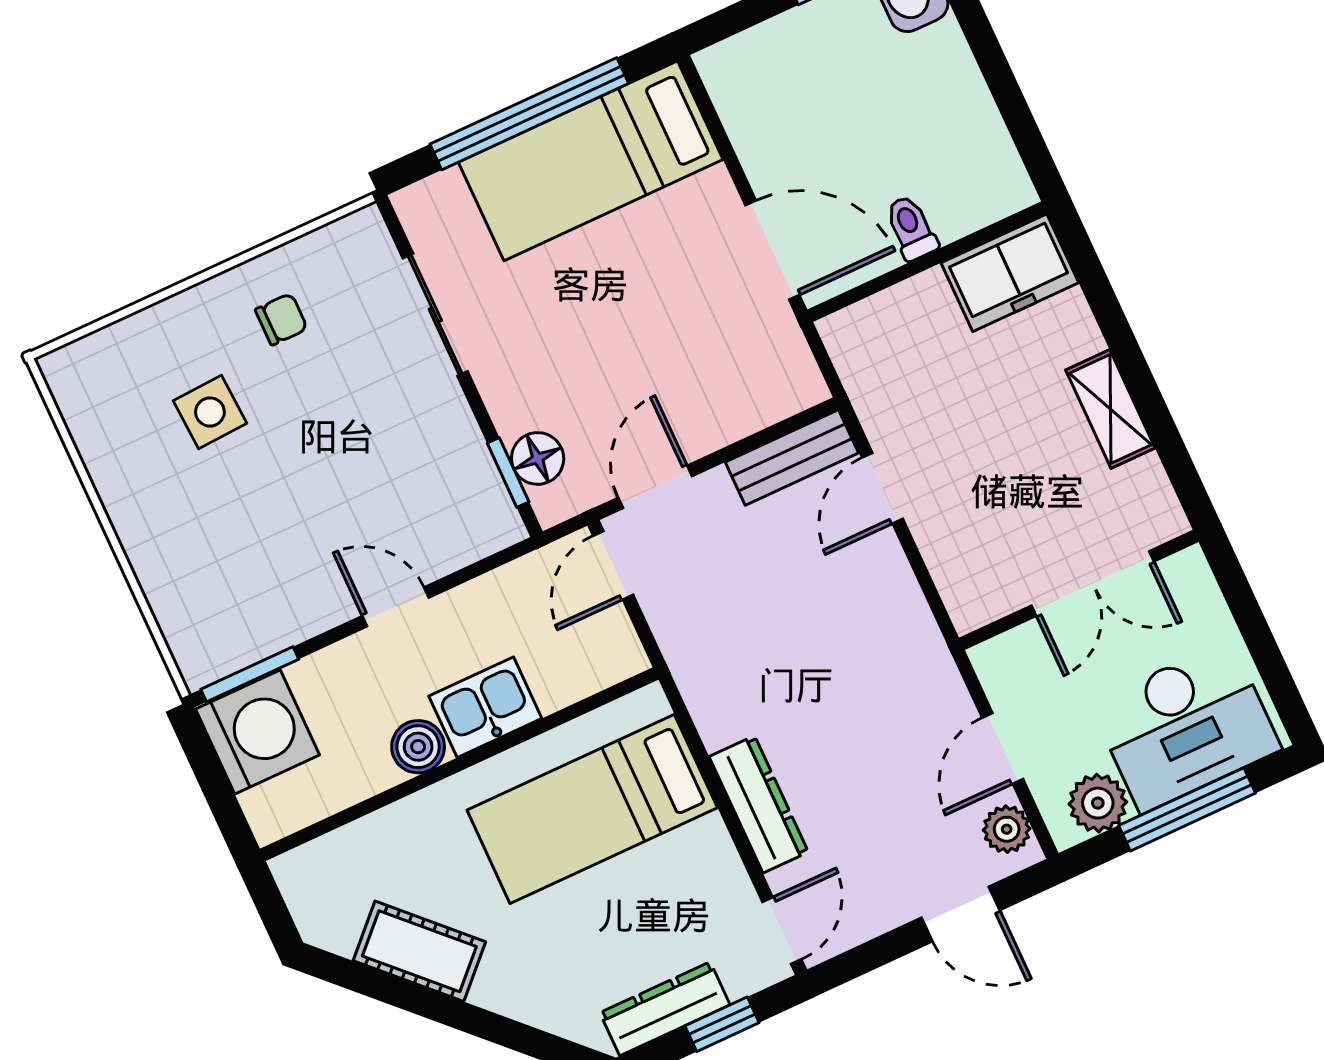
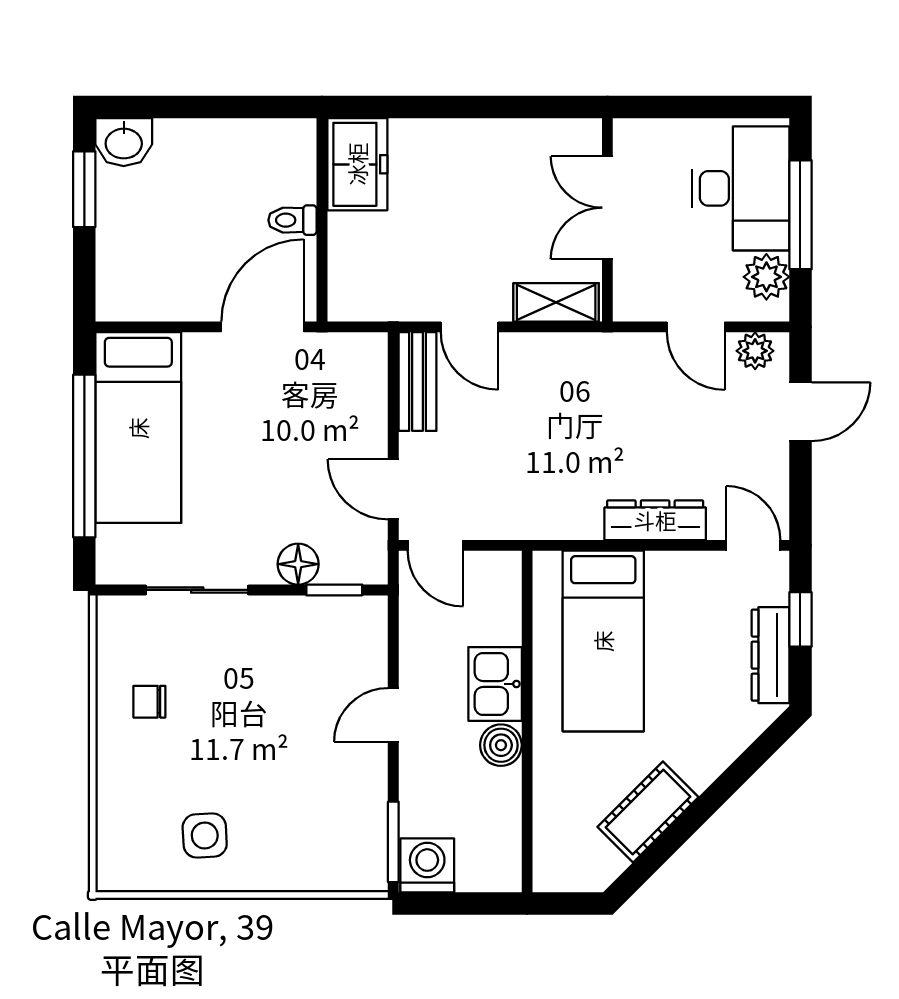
chair: (281, 319) -> (149, 702), turned -90
shelving: (1110, 409) -> (556, 302), moved
side table: (210, 412) -> (205, 835), moved
floor lamp: (538, 458) -> (298, 564), moved
double door: (1093, 583) -> (607, 208), swing flipped
washing machine: (257, 732) -> (427, 865), width x0.73, depth x0.73

